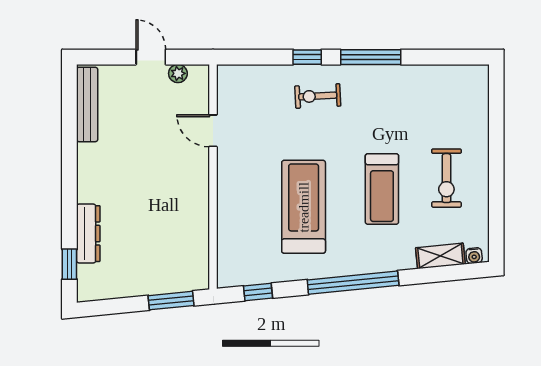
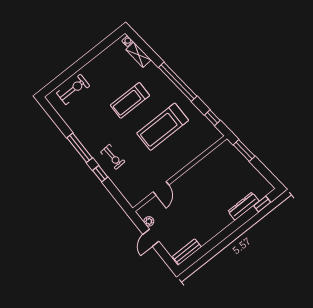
bench: (87, 104) -> (187, 252), width x0.73
exercise bike: (446, 178) -> (73, 89), moved
treadmill: (382, 189) -> (130, 100), turned 180

